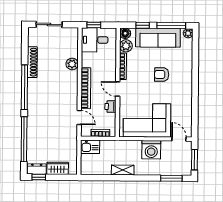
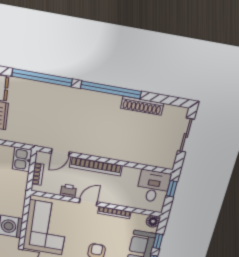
plant: (126, 46) -> (138, 220), removed
plant: (72, 64) -> (129, 155), removed

